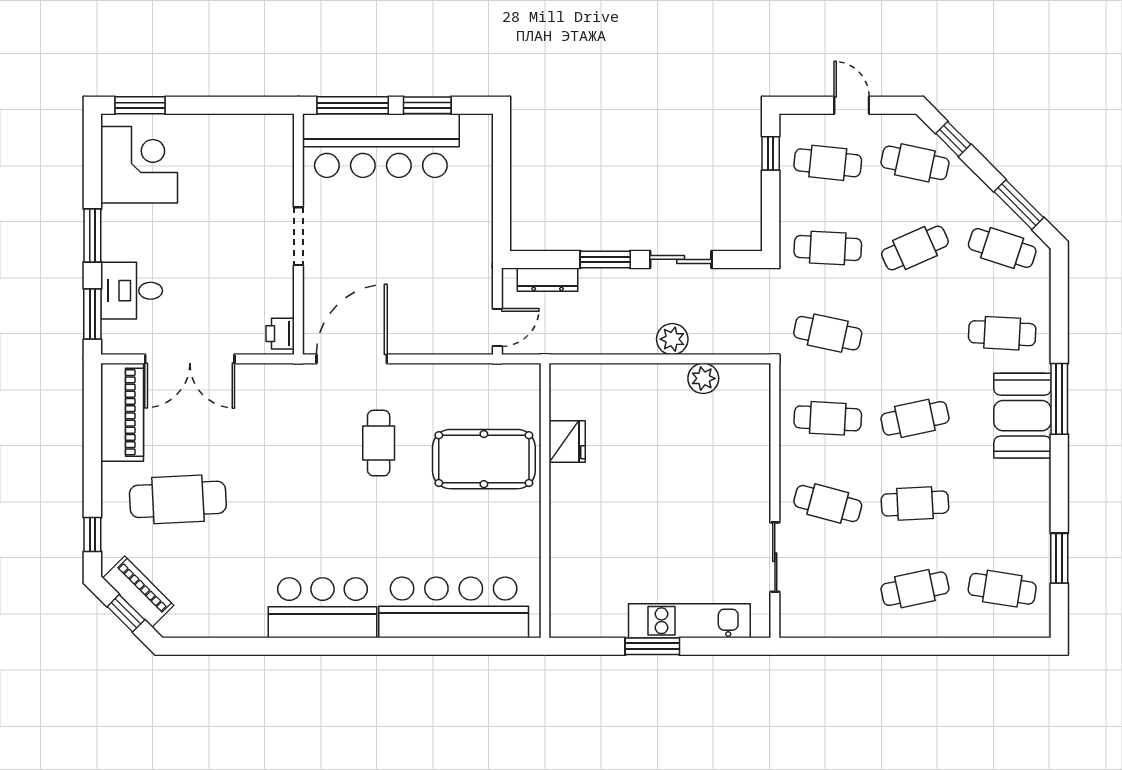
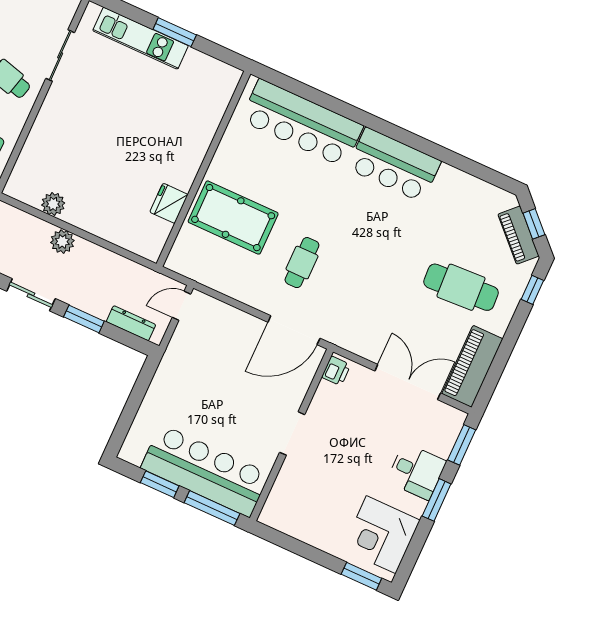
desk: (132, 291) -> (416, 471), moved

